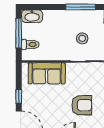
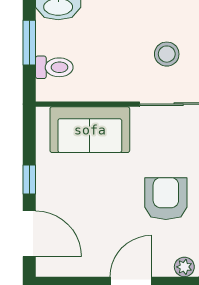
window: (19, 33) -> (29, 43), width x0.69
armchair: (82, 105) -> (166, 199), turned -90

